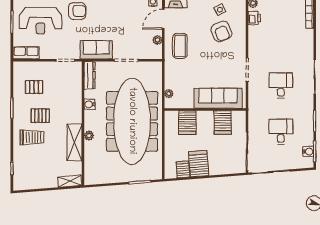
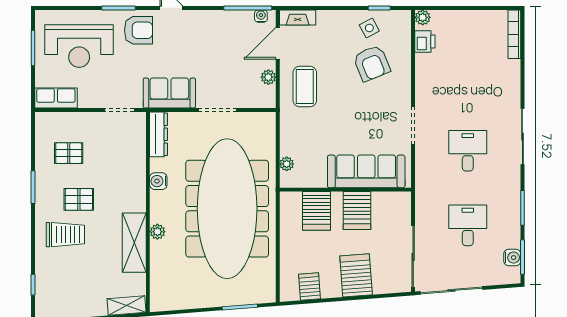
server rack: (223, 123) -> (357, 211), moved
server rack: (199, 164) -> (356, 275), moved

